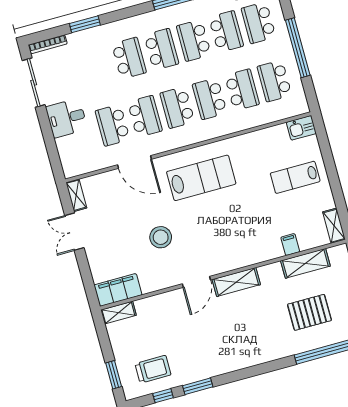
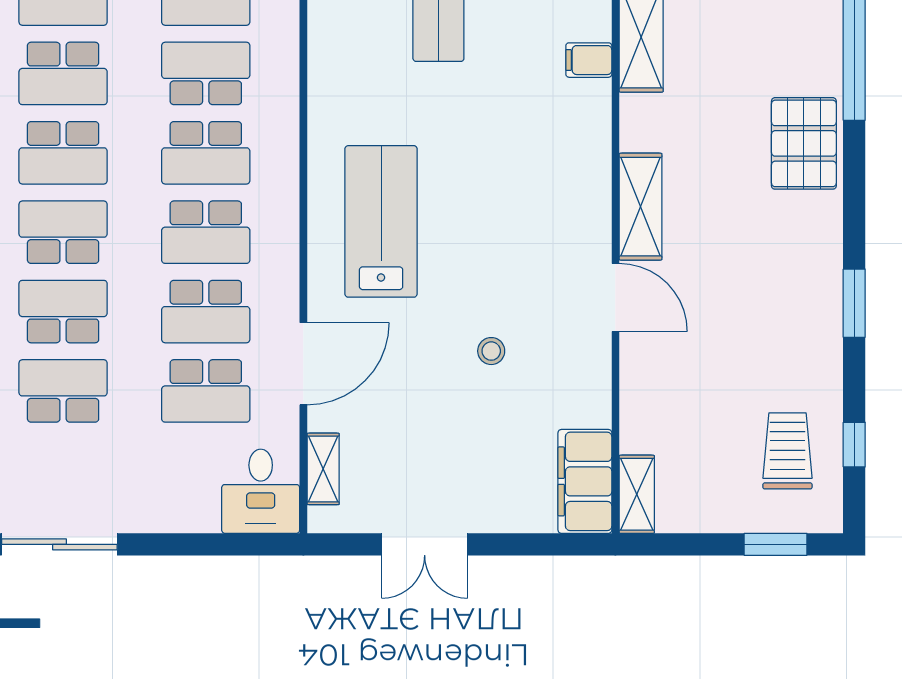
school desk: (226, 32) -> (63, 73), turned 180
school desk: (97, 67) -> (63, 391), added
school desk: (145, 116) -> (206, 312), turned 180
desk: (67, 118) -> (261, 491), moved
shelving: (76, 195) -> (323, 469), moved, turned 90
stool: (161, 237) -> (491, 351), width x0.53, depth x0.53
pallet: (309, 312) -> (804, 143), moved
window: (198, 386) -> (854, 303), moved

